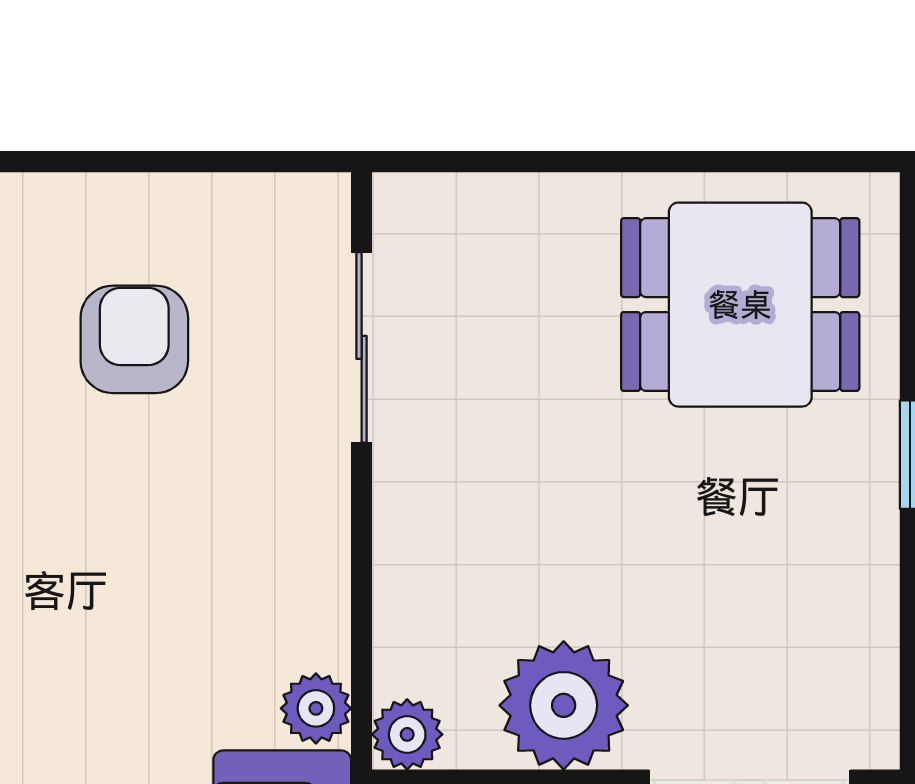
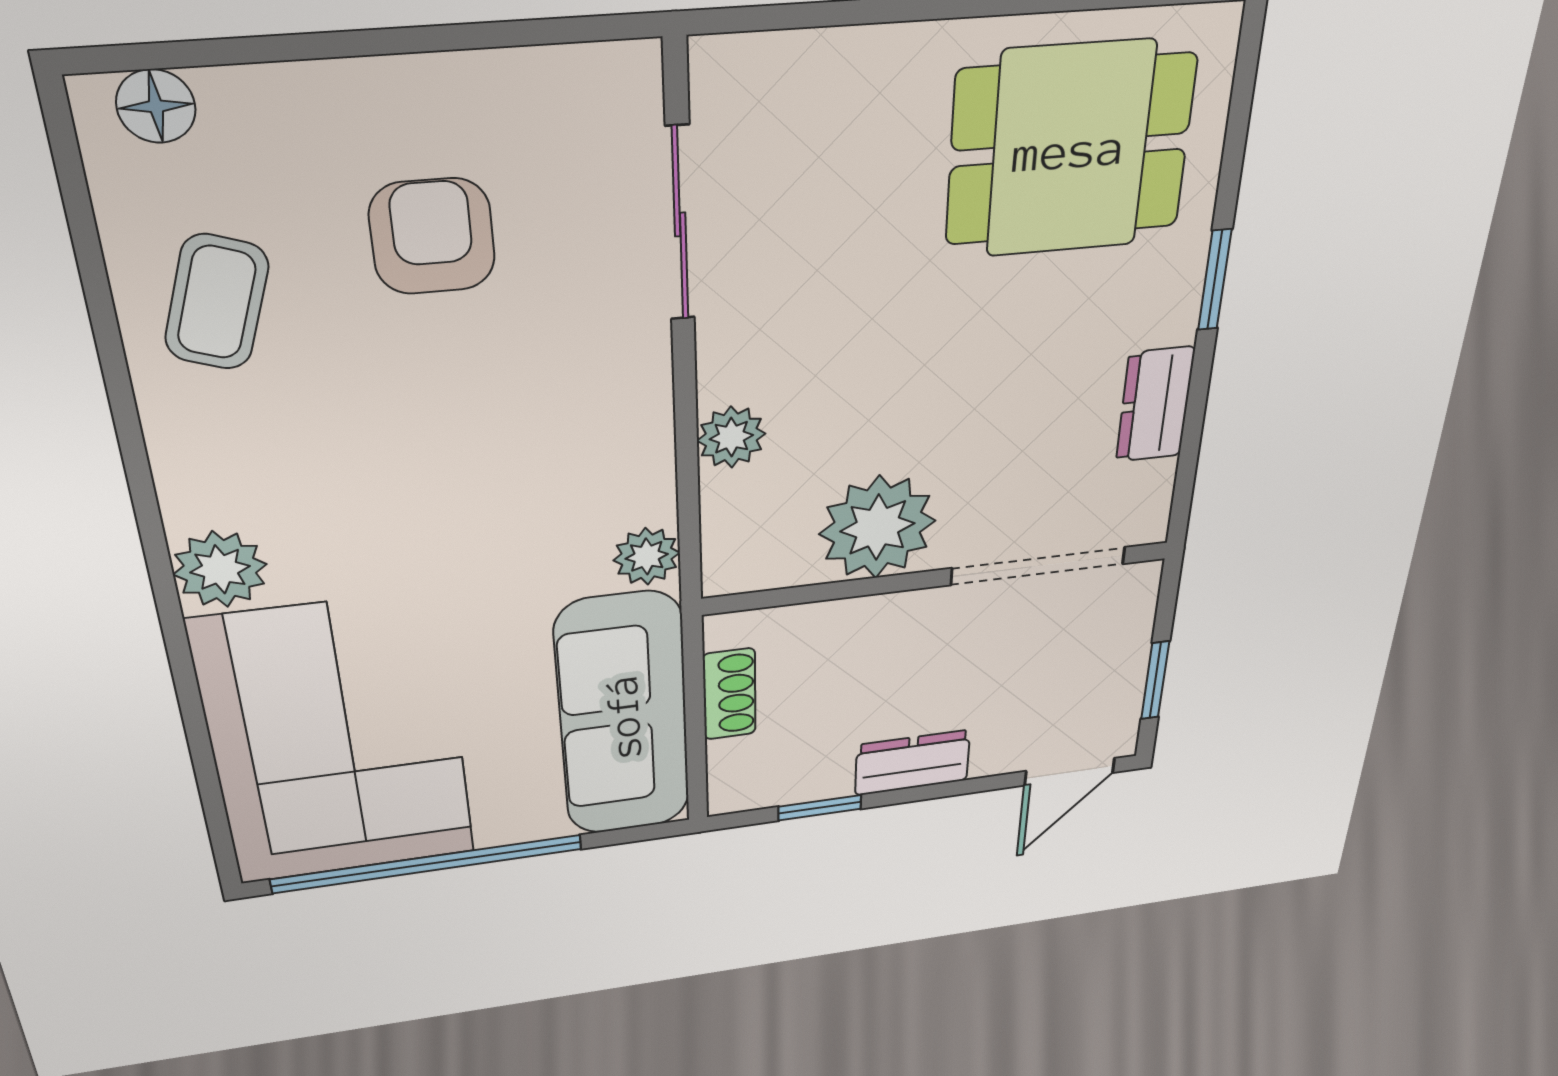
dresser: (863, 592) -> (1155, 405), added
plant: (407, 734) -> (731, 437), moved

